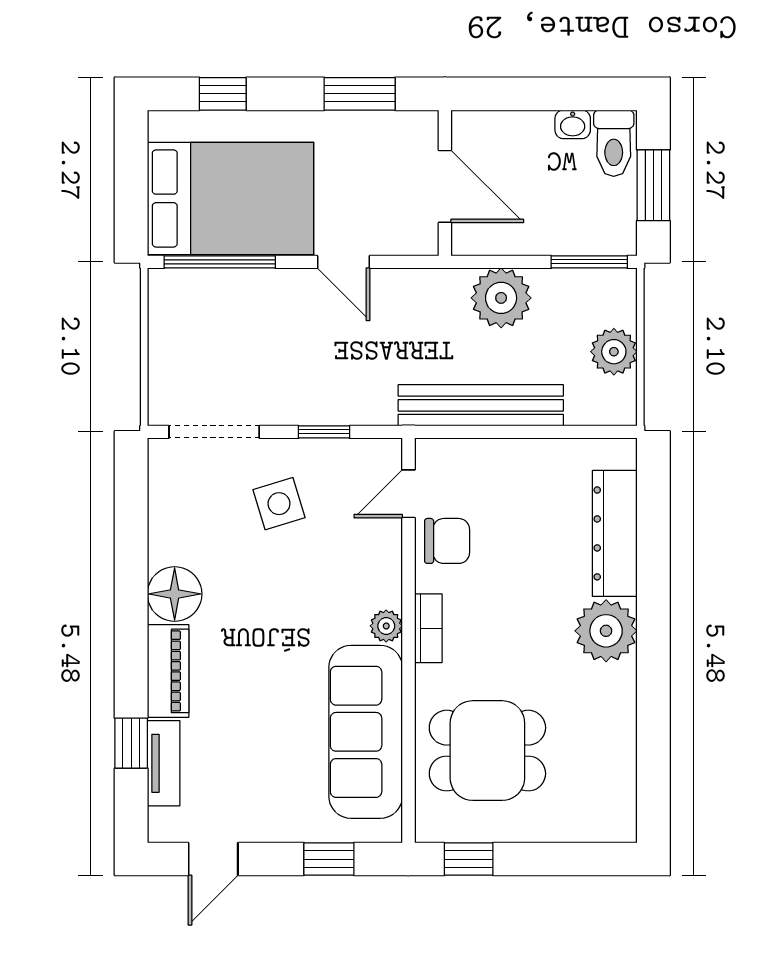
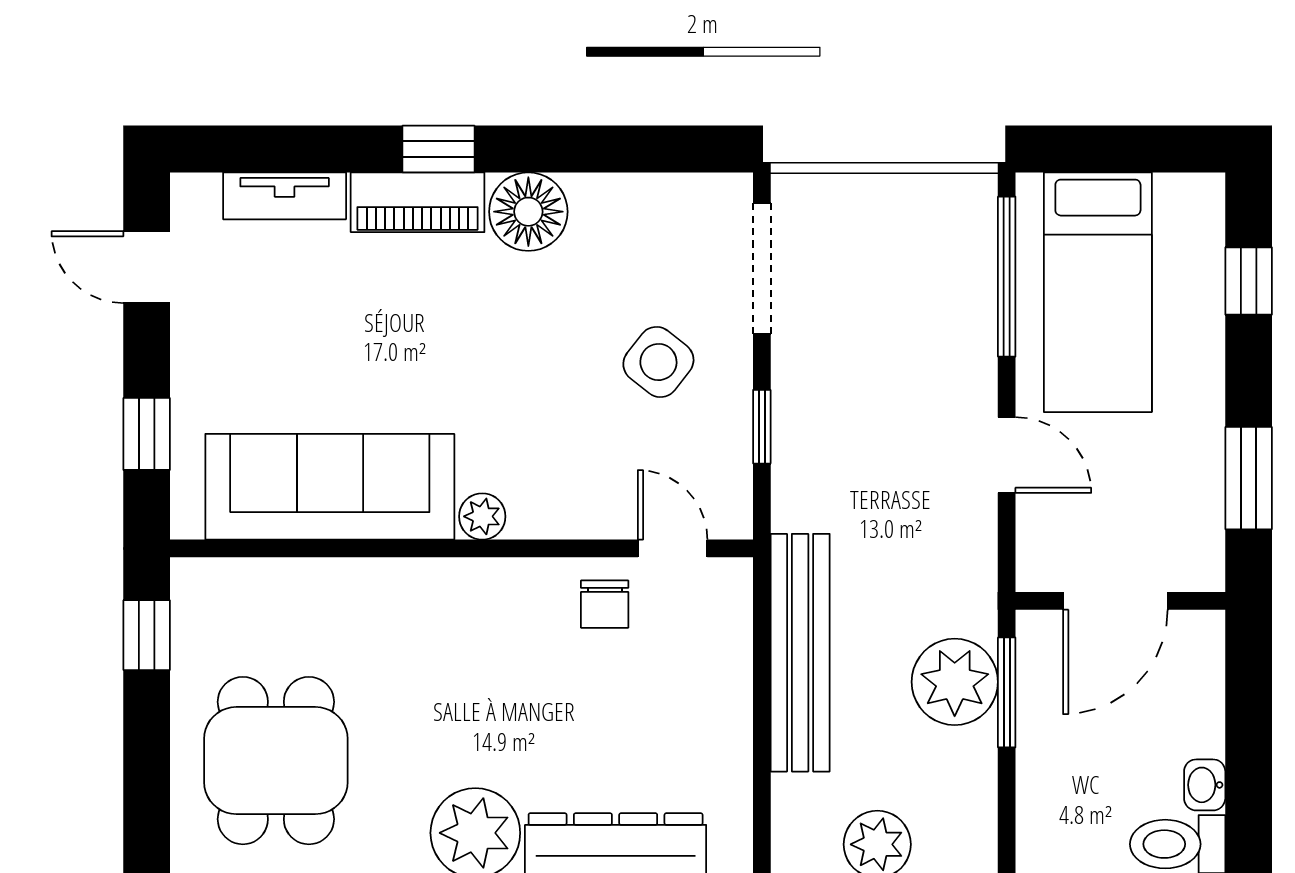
bed: (230, 198) -> (1098, 292), width x0.67
door: (344, 262) -> (1007, 455), swing flipped
window: (589, 262) -> (1007, 692), moved
side table: (279, 504) -> (658, 362), turned -35
chair: (447, 541) -> (605, 604), width x0.73, depth x0.73
bookcase: (428, 628) -> (479, 577), removed
window: (131, 743) -> (439, 149), moved
dining table: (487, 751) -> (276, 761), moved

